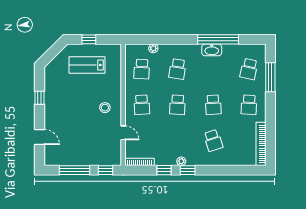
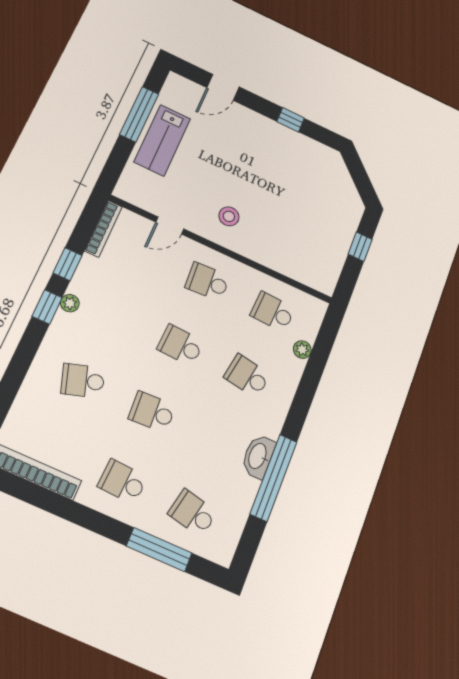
lab bench: (87, 65) -> (162, 140), moved, turned 180
window: (105, 170) -> (115, 164), removed

